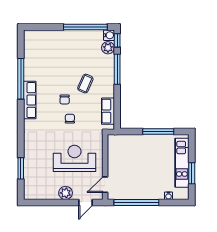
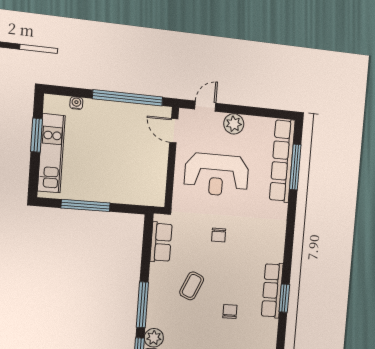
window: (21, 79) -> (284, 298), width x0.47
row of seats: (30, 100) -> (272, 290), moved
chair: (65, 100) -> (230, 312), moved
window: (21, 168) -> (295, 167), width x1.44
row of seats: (30, 172) -> (282, 161), added
door: (105, 185) -> (174, 131), swing flipped

